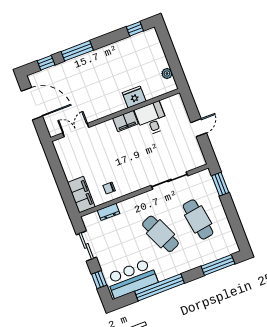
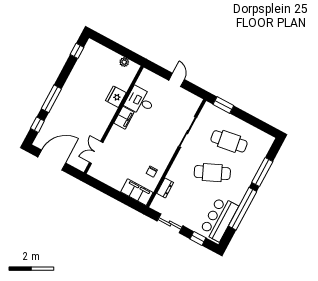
window: (218, 265) -> (262, 172), moved

